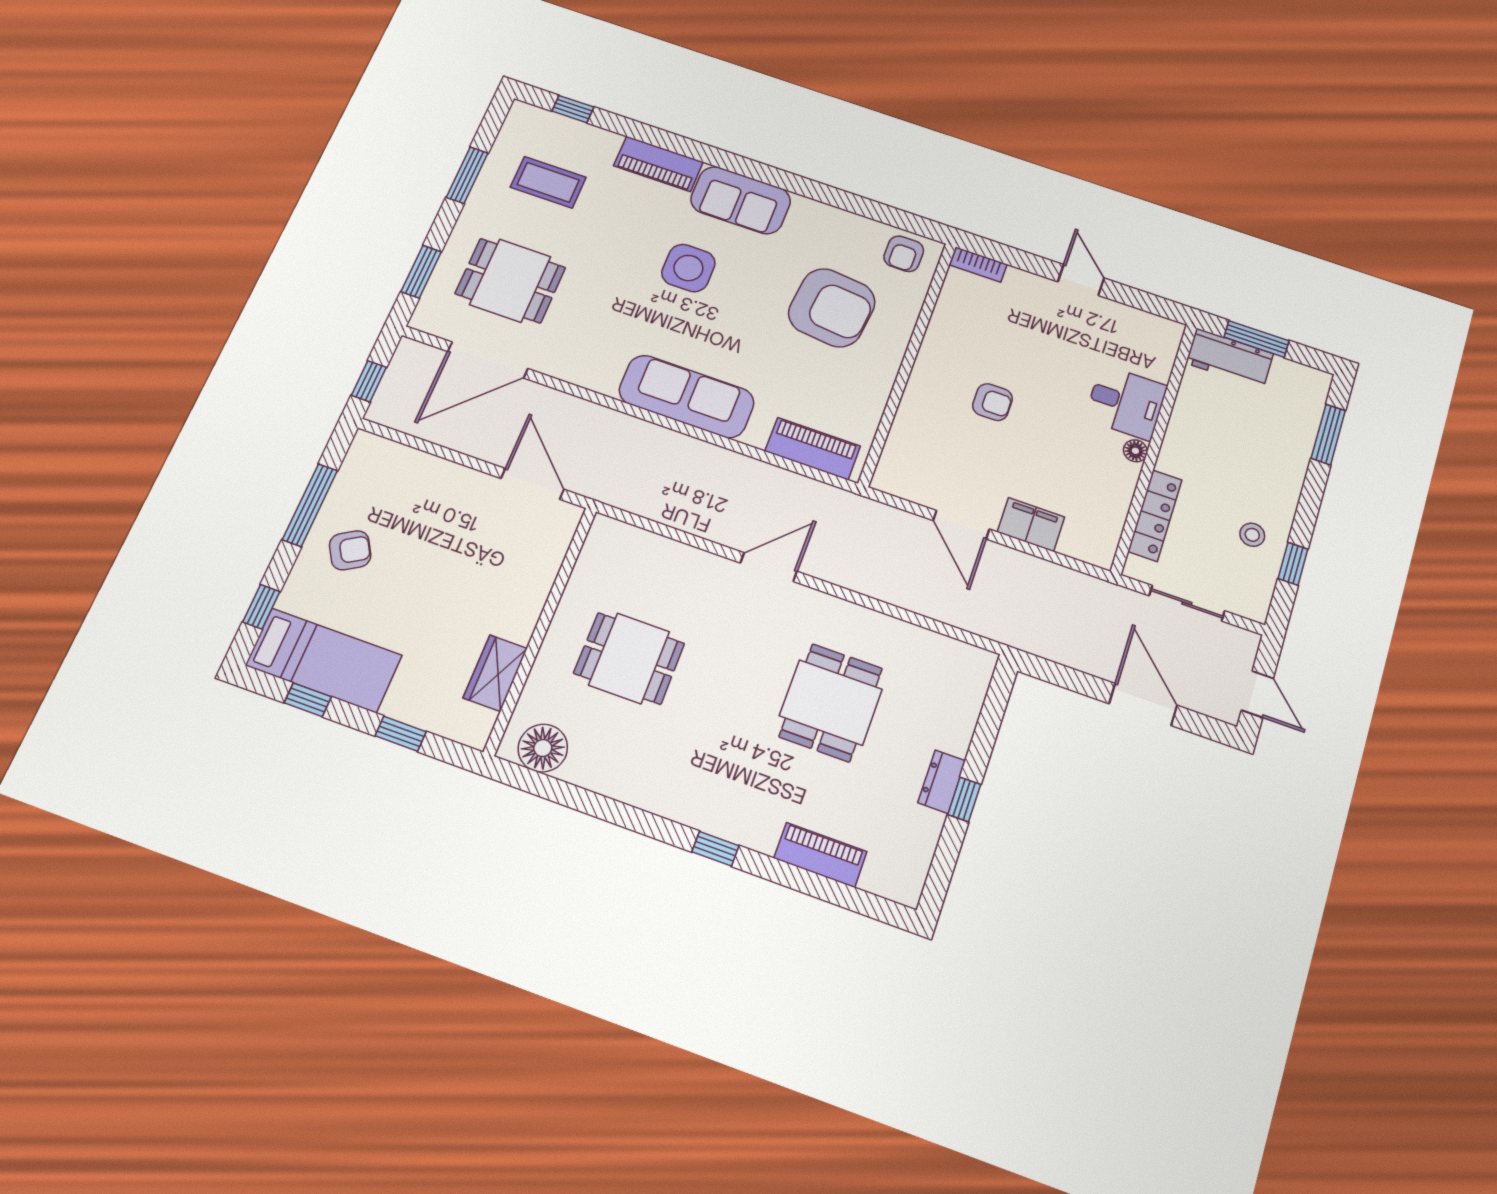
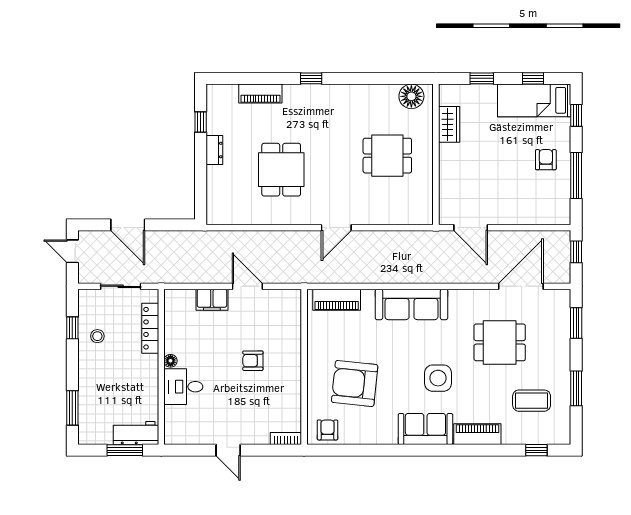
dining table: (510, 281) -> (500, 342), moved
armchair: (350, 550) -> (546, 160), turned 121
window: (964, 799) -> (201, 122), moved

